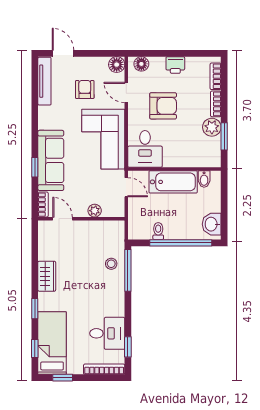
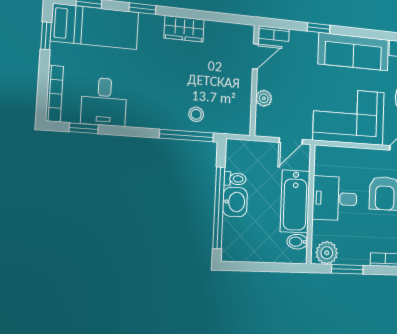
plant: (212, 127) -> (327, 253), moved
desk: (145, 149) -> (335, 198), moved
sofa: (51, 160) -> (353, 52), moved
washbasin: (212, 224) -> (235, 202), moved, turned 90

